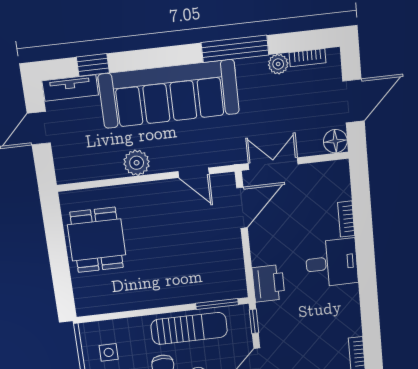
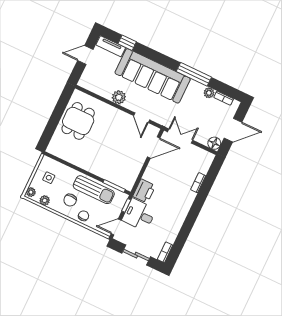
desk: (332, 263) -> (139, 215), moved, turned 180

